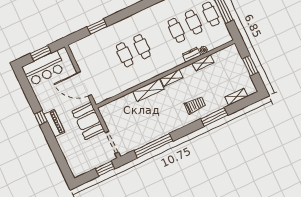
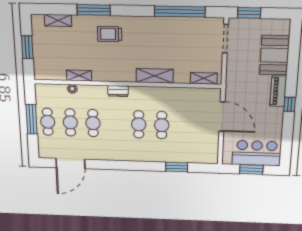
dresser: (192, 55) -> (118, 91), moved
shelving: (172, 78) -> (204, 78), moved
booth: (88, 121) -> (274, 55), moved

